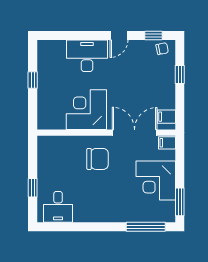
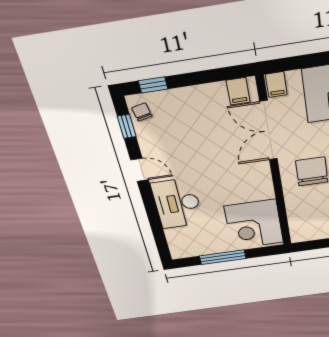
window: (180, 75) -> (153, 85), moved
window: (33, 80) -> (223, 257), width x2.17
corner desk: (86, 110) -> (254, 224), moved

